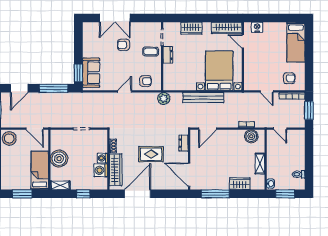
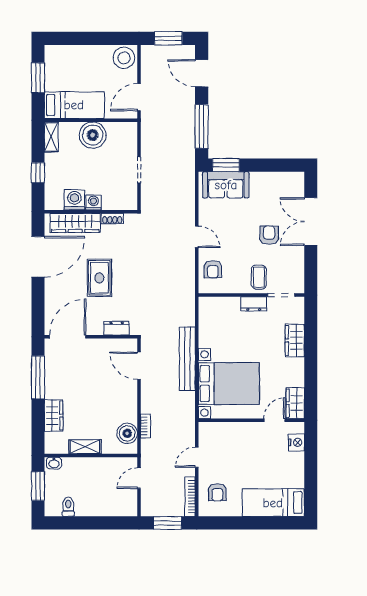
wardrobe: (227, 28) -> (295, 403), width x0.67
plant: (164, 98) -> (186, 297), removed
door: (137, 194) -> (38, 257), hinge flipped

